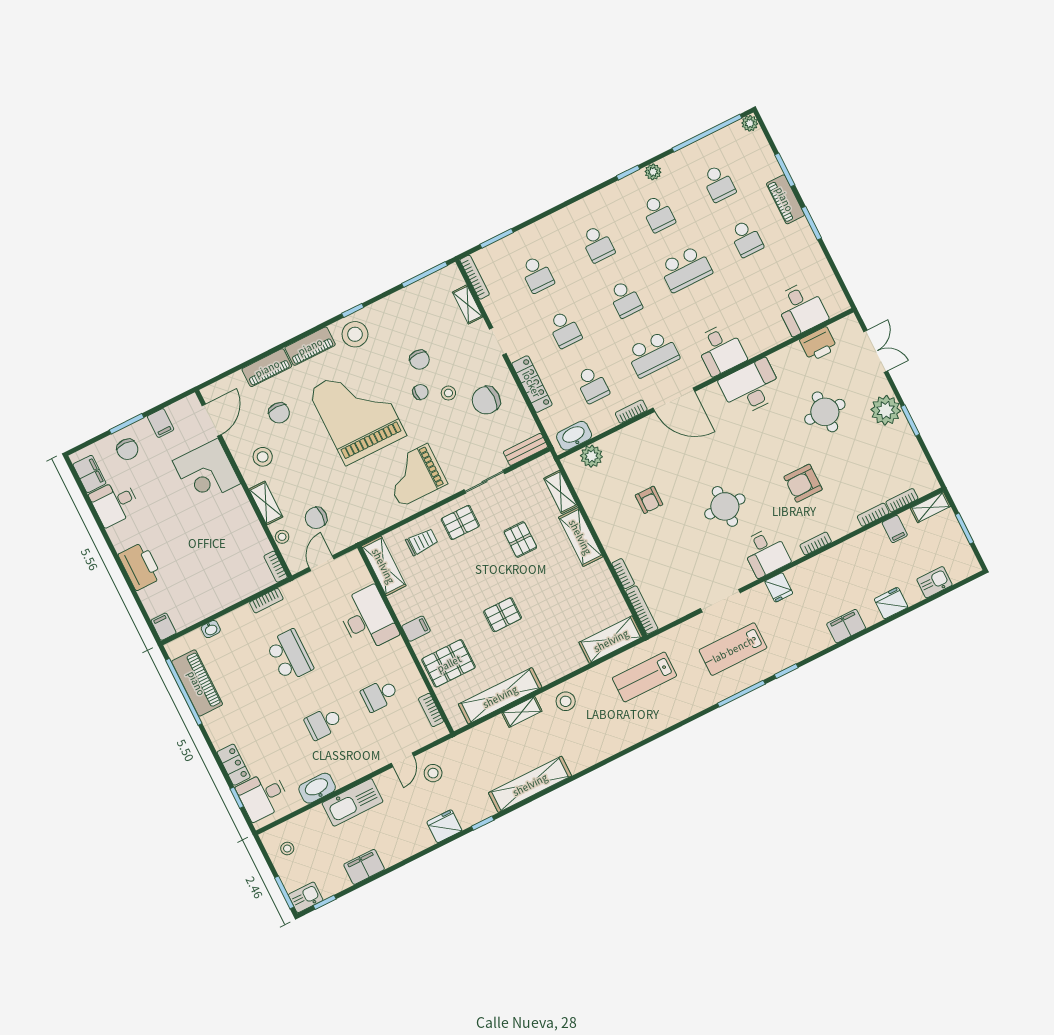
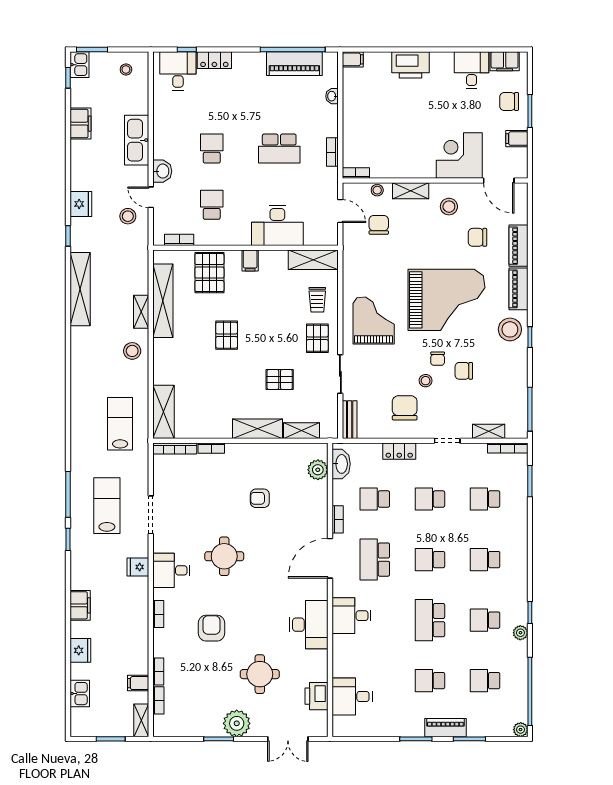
locker: (532, 384) -> (399, 451), width x0.66
washbasin: (317, 788) -> (162, 171), moved, width x0.72

